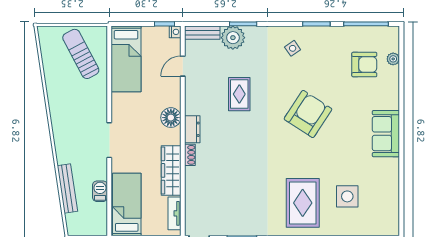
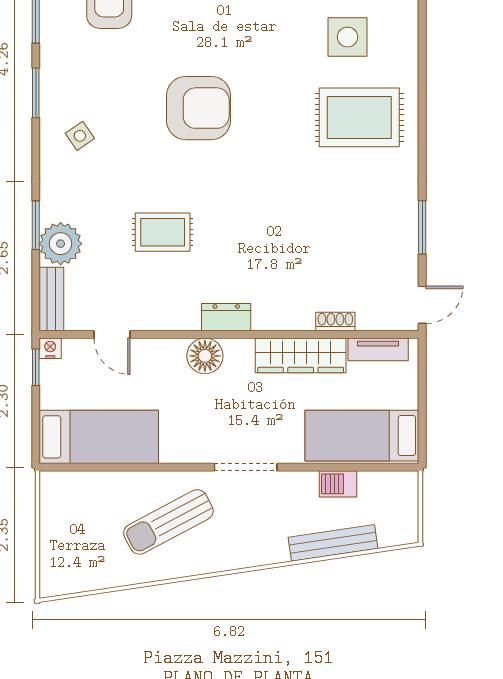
sun lounger: (81, 54) -> (168, 522), moved
armchair: (308, 114) -> (199, 108), turned 147
shoe rack: (190, 155) -> (335, 321), moved

